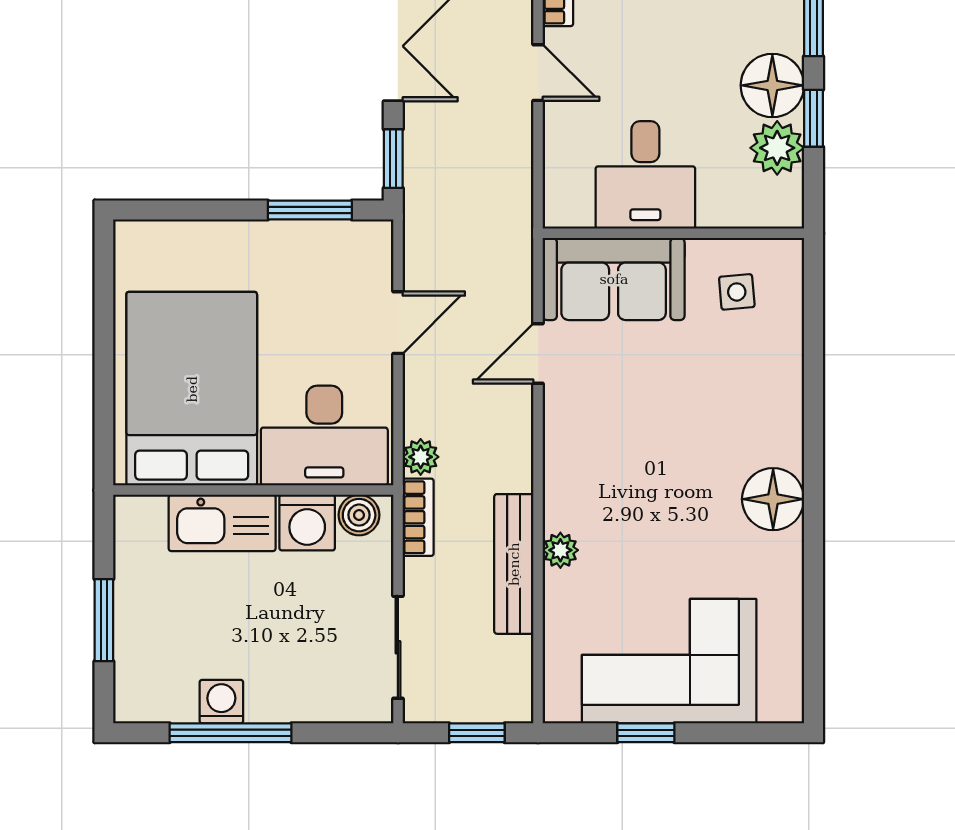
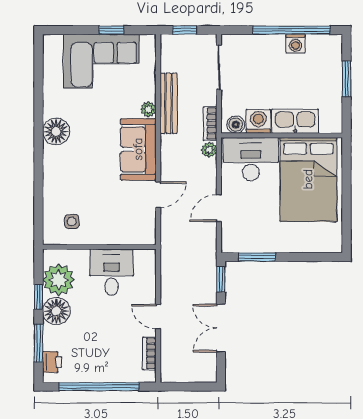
plant: (777, 148) -> (59, 280), width x1.36, depth x1.36
sofa: (614, 279) -> (138, 149), moved, turned -90
window: (231, 733) -> (292, 30), width x1.46

